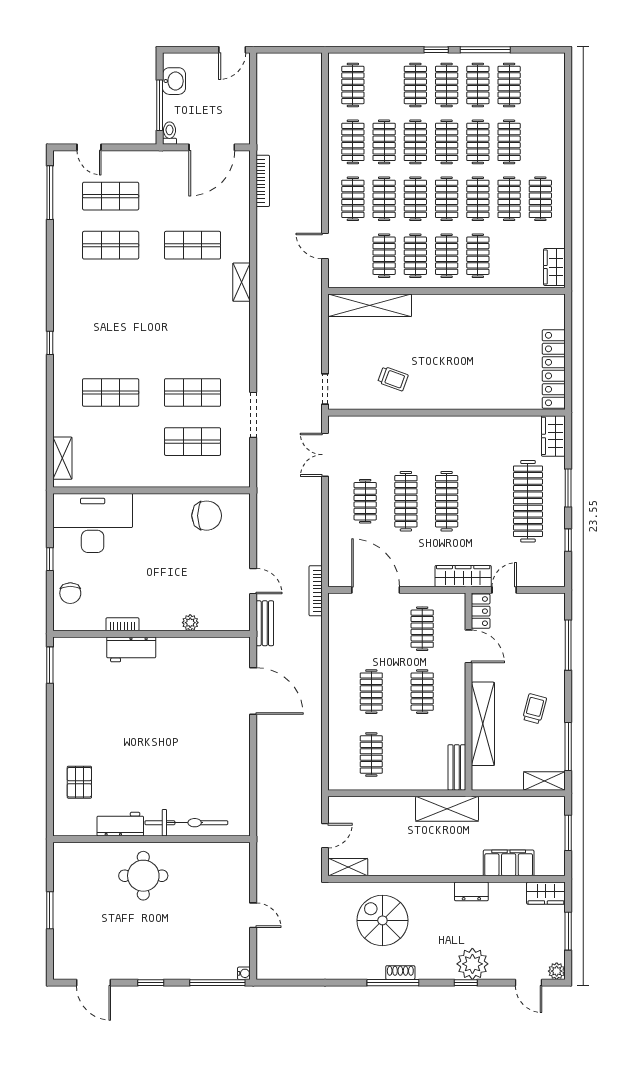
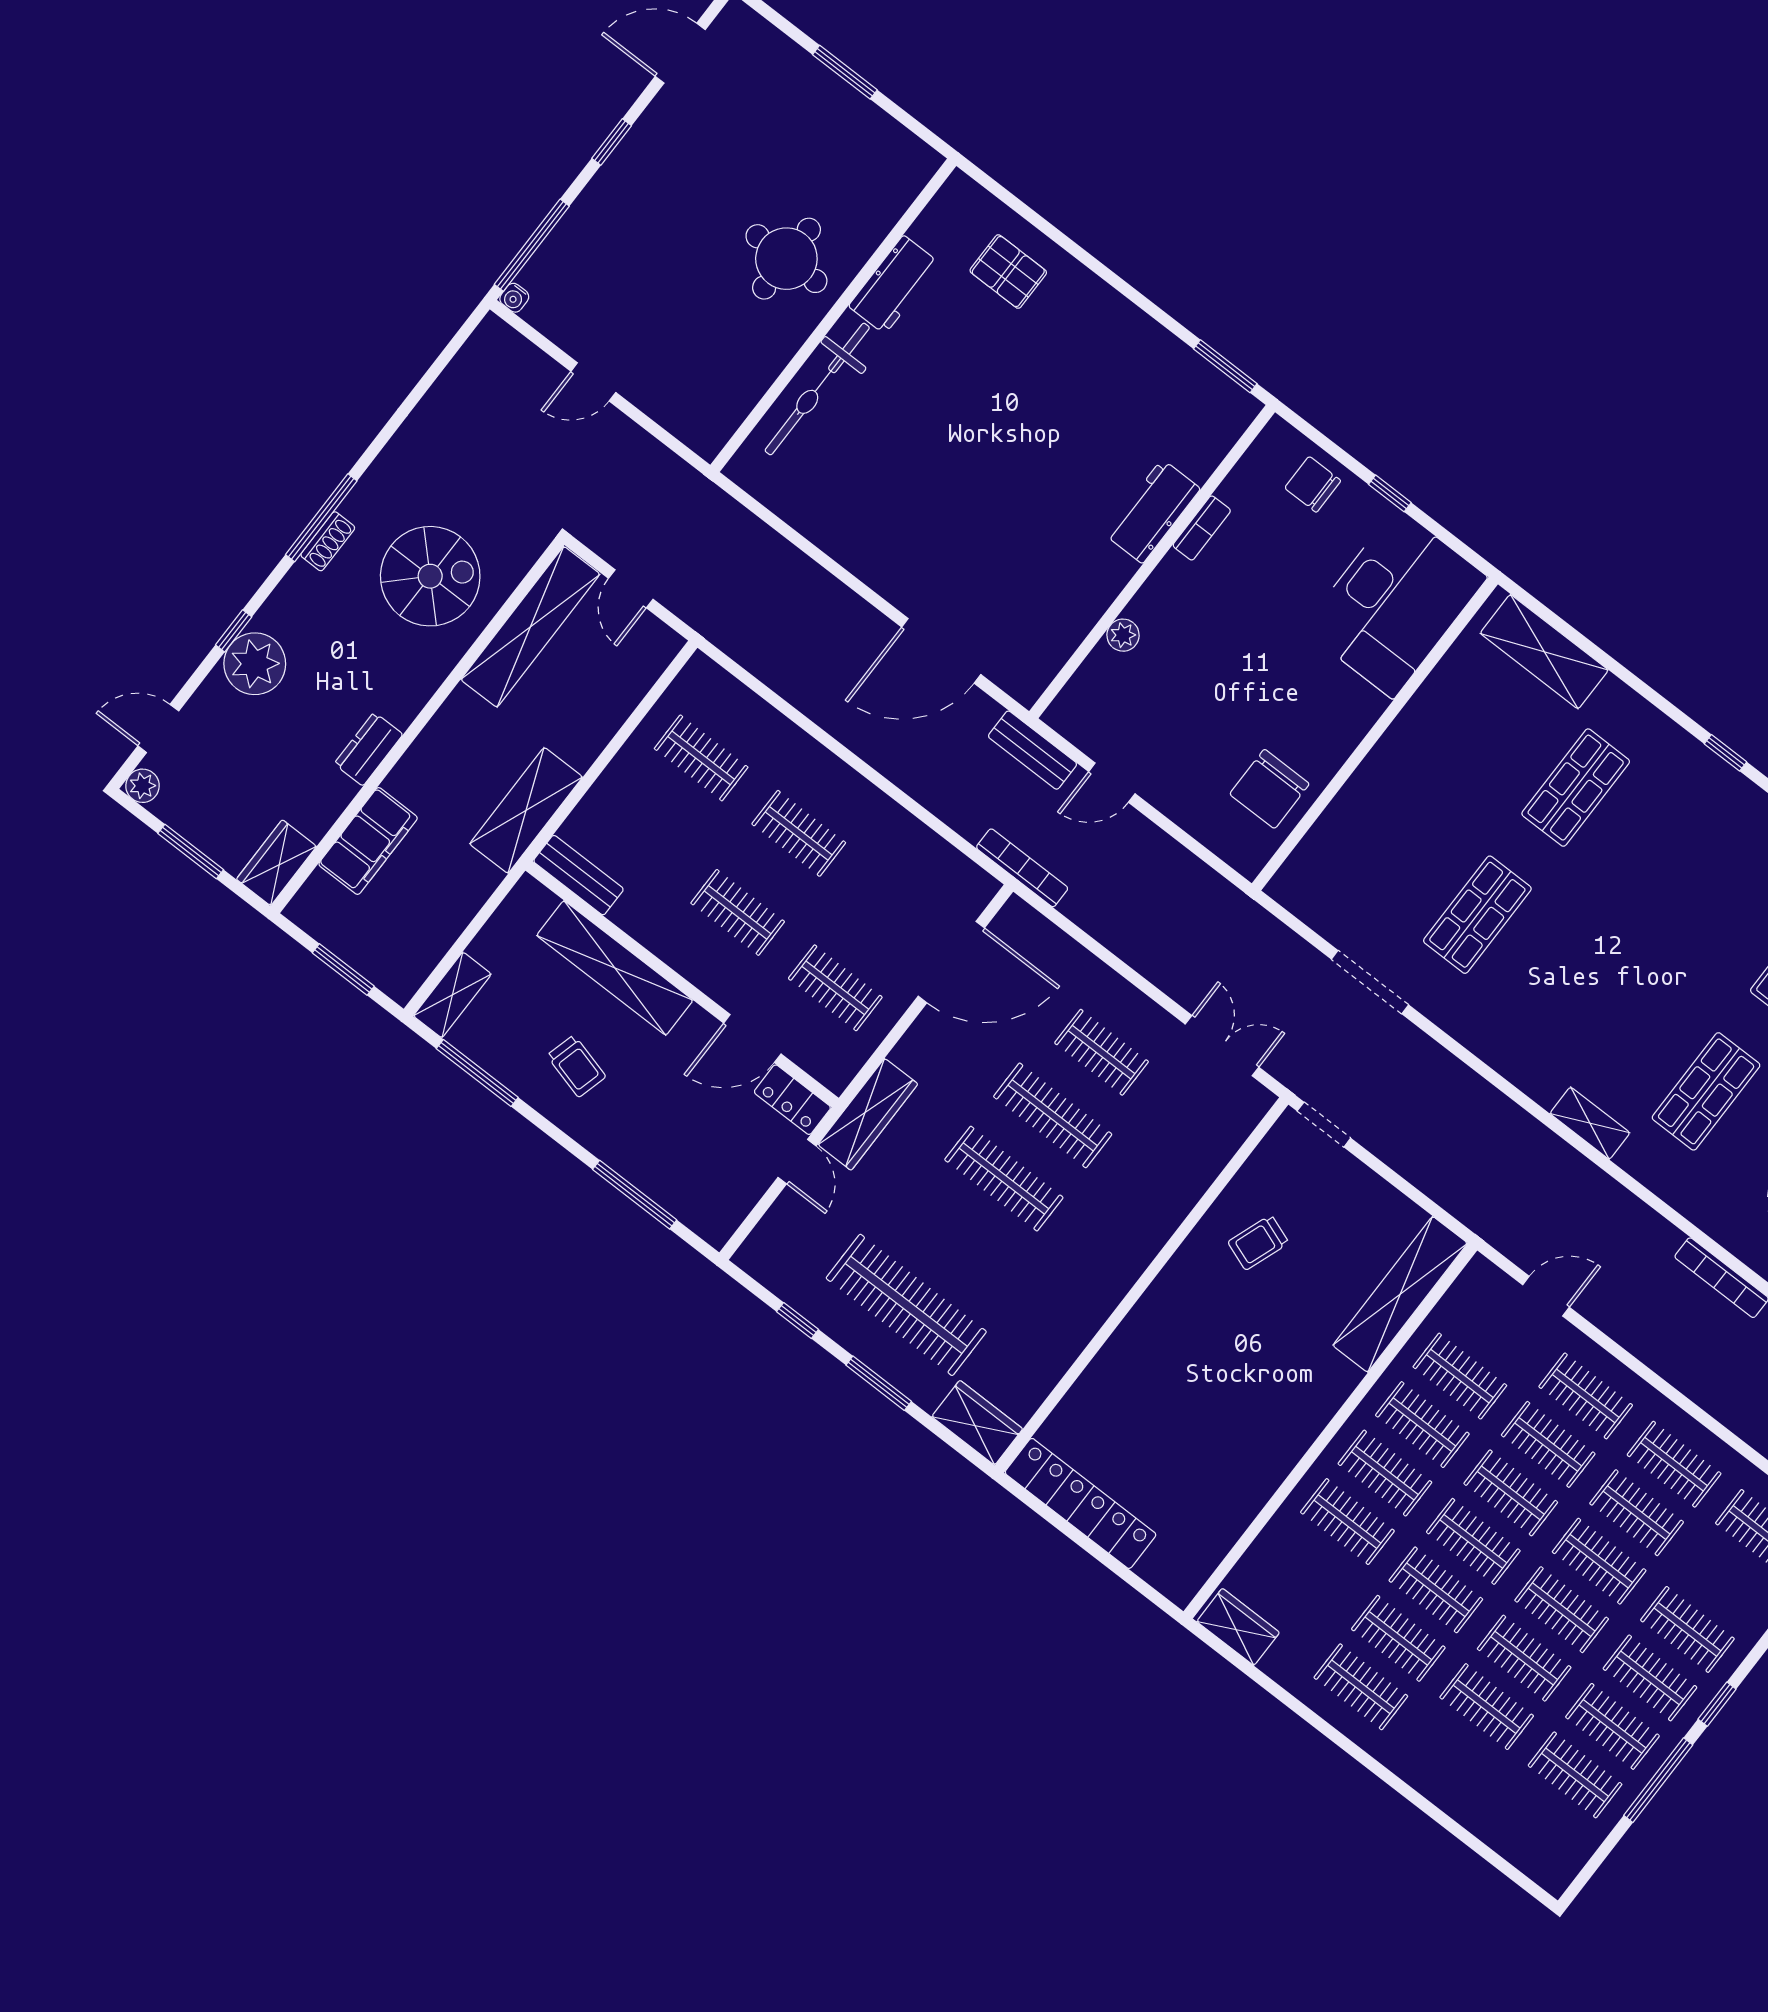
shop shelf: (193, 442) -> (1401, 856), removed
shelving: (62, 458) -> (1544, 652), width x1.50, depth x1.33
shelving: (348, 867) -> (530, 627), width x2.20, depth x1.33

